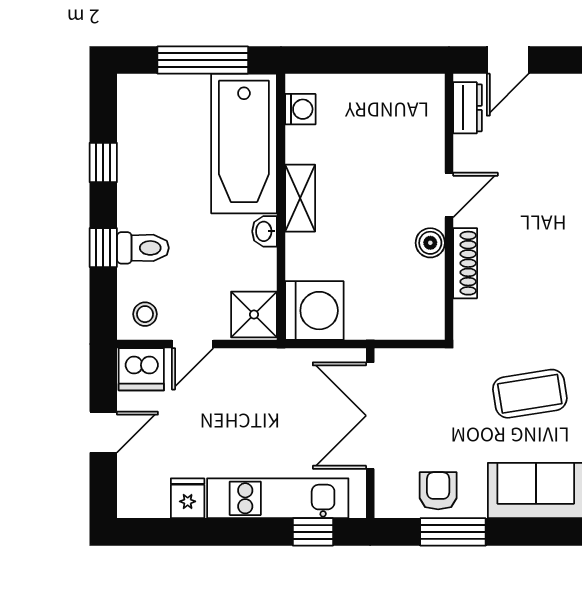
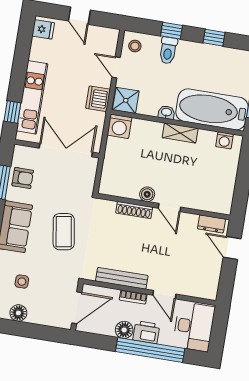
washing machine: (314, 311) -> (119, 126), width x0.73, depth x0.73
dishwasher: (141, 369) -> (98, 99), moved
fridge: (188, 498) -> (43, 29), moved

